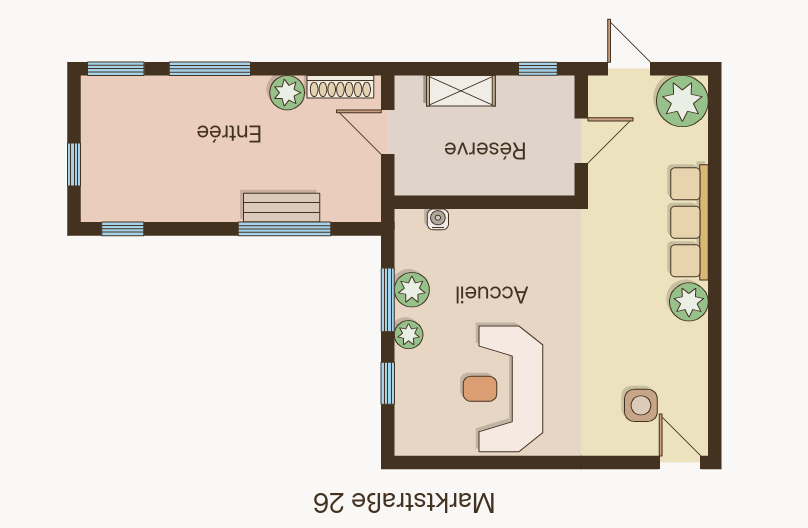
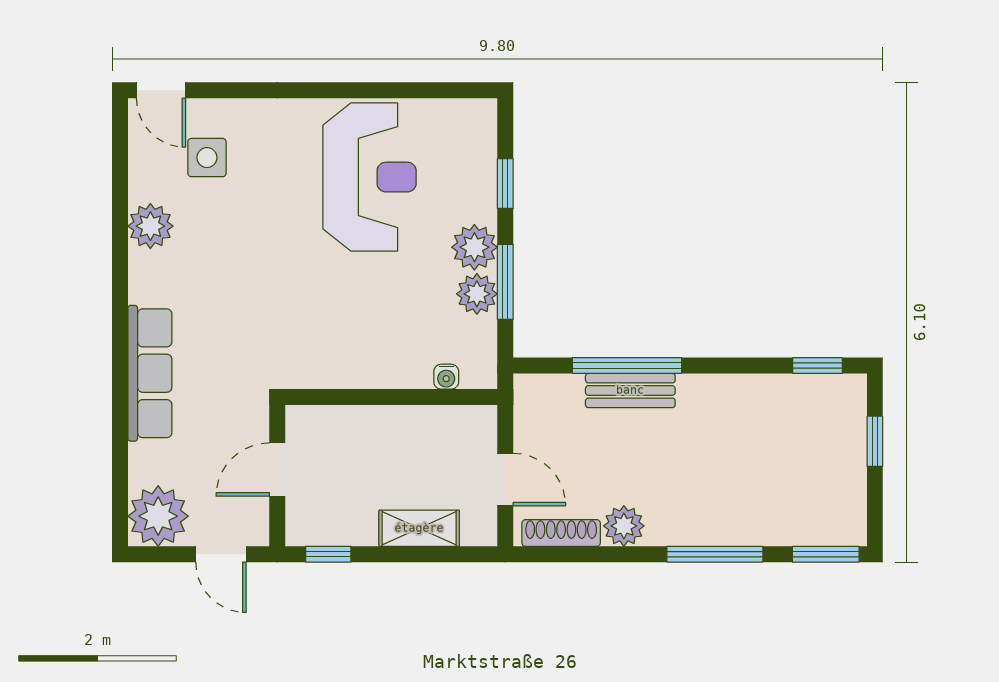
plant: (689, 302) -> (150, 226), moved
plant: (409, 335) -> (474, 247), width x1.38, depth x1.38

